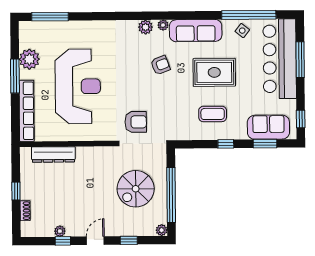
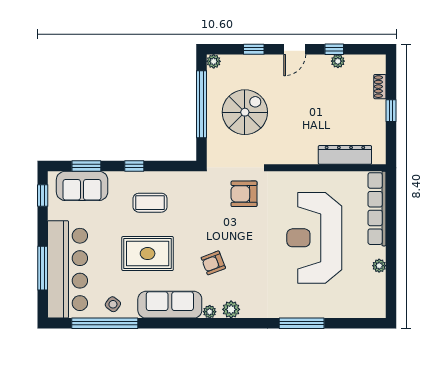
window: (50, 17) -> (302, 323), moved
plant: (29, 59) -> (379, 266), width x0.53, depth x0.53
window: (15, 76) -> (391, 251), removed

